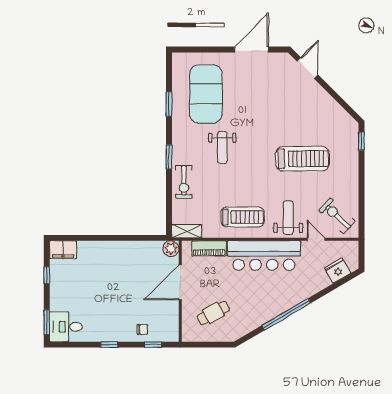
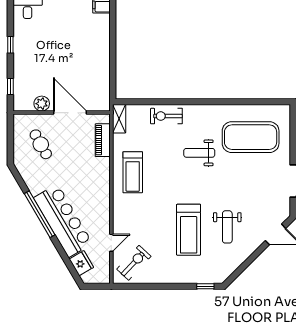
window: (169, 104) -> (241, 102), removed
window: (169, 157) -> (190, 102), removed
weight bench: (288, 218) -> (227, 227), moved, turned 90
plant: (171, 249) -> (42, 104), moved
bar counter: (264, 256) -> (63, 221), moved, turned 150
chair: (142, 329) -> (25, 76), removed

